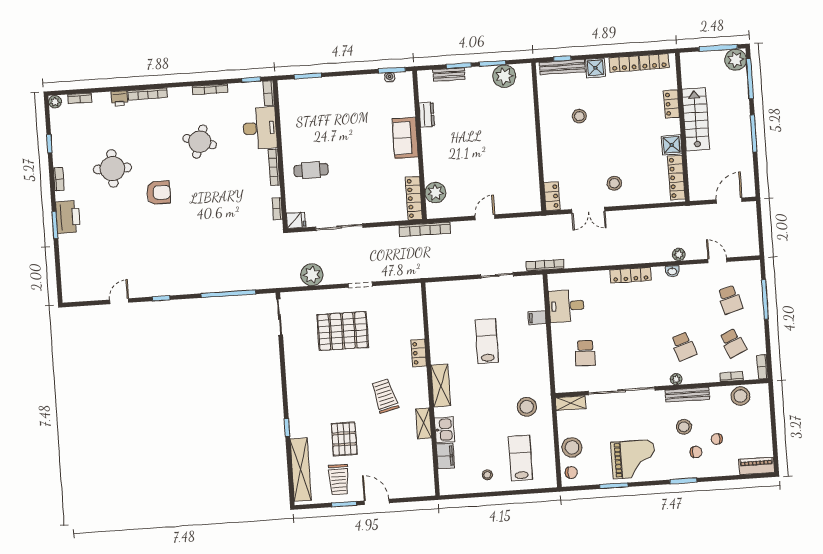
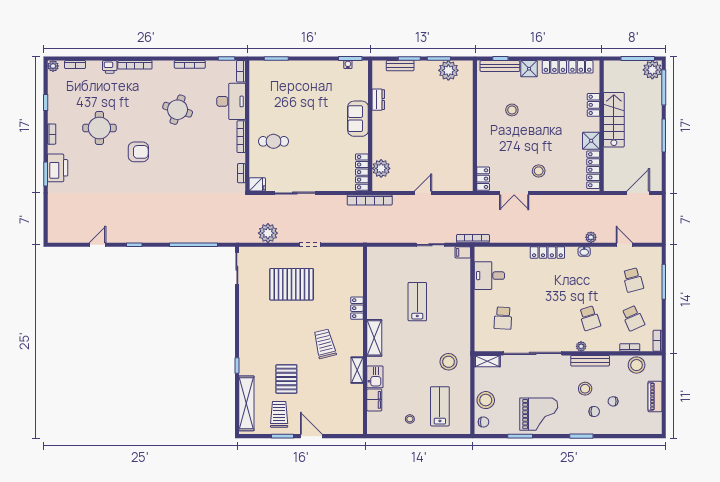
filing cabinet: (537, 318) -> (463, 252), moved
piano: (757, 466) -> (655, 396), moved, turned -90
trolley: (339, 480) -> (279, 414), turned 180

